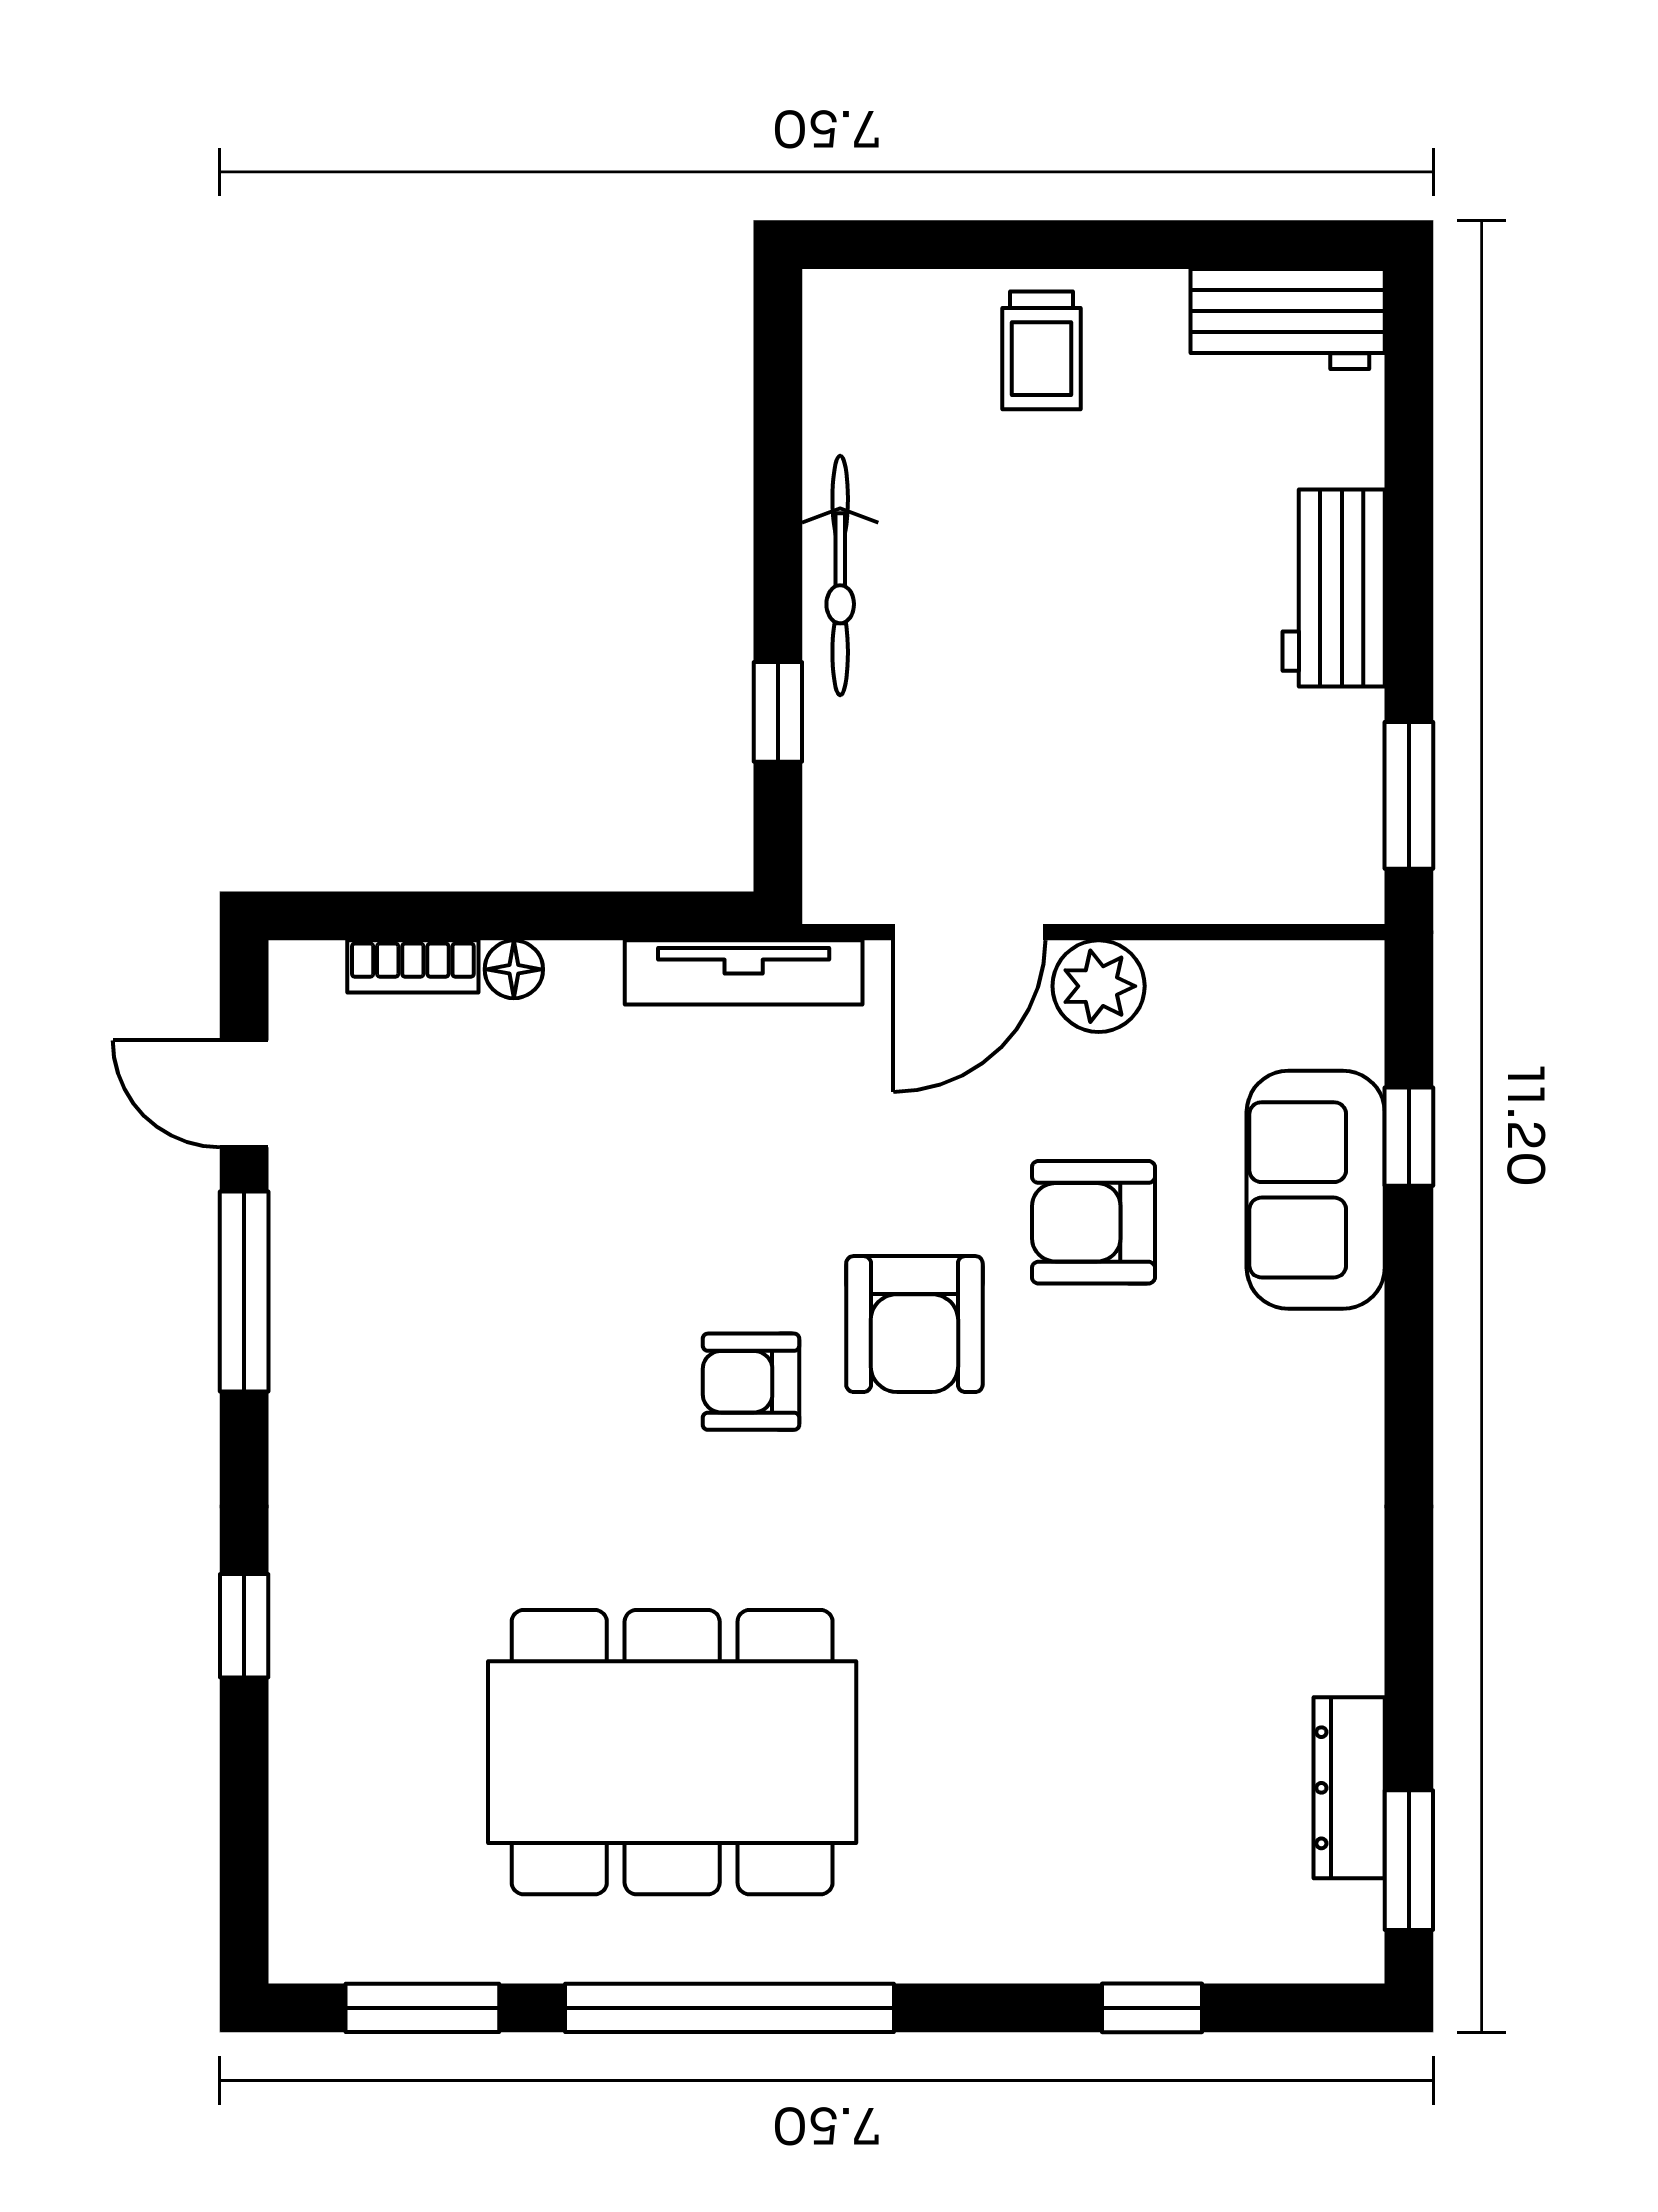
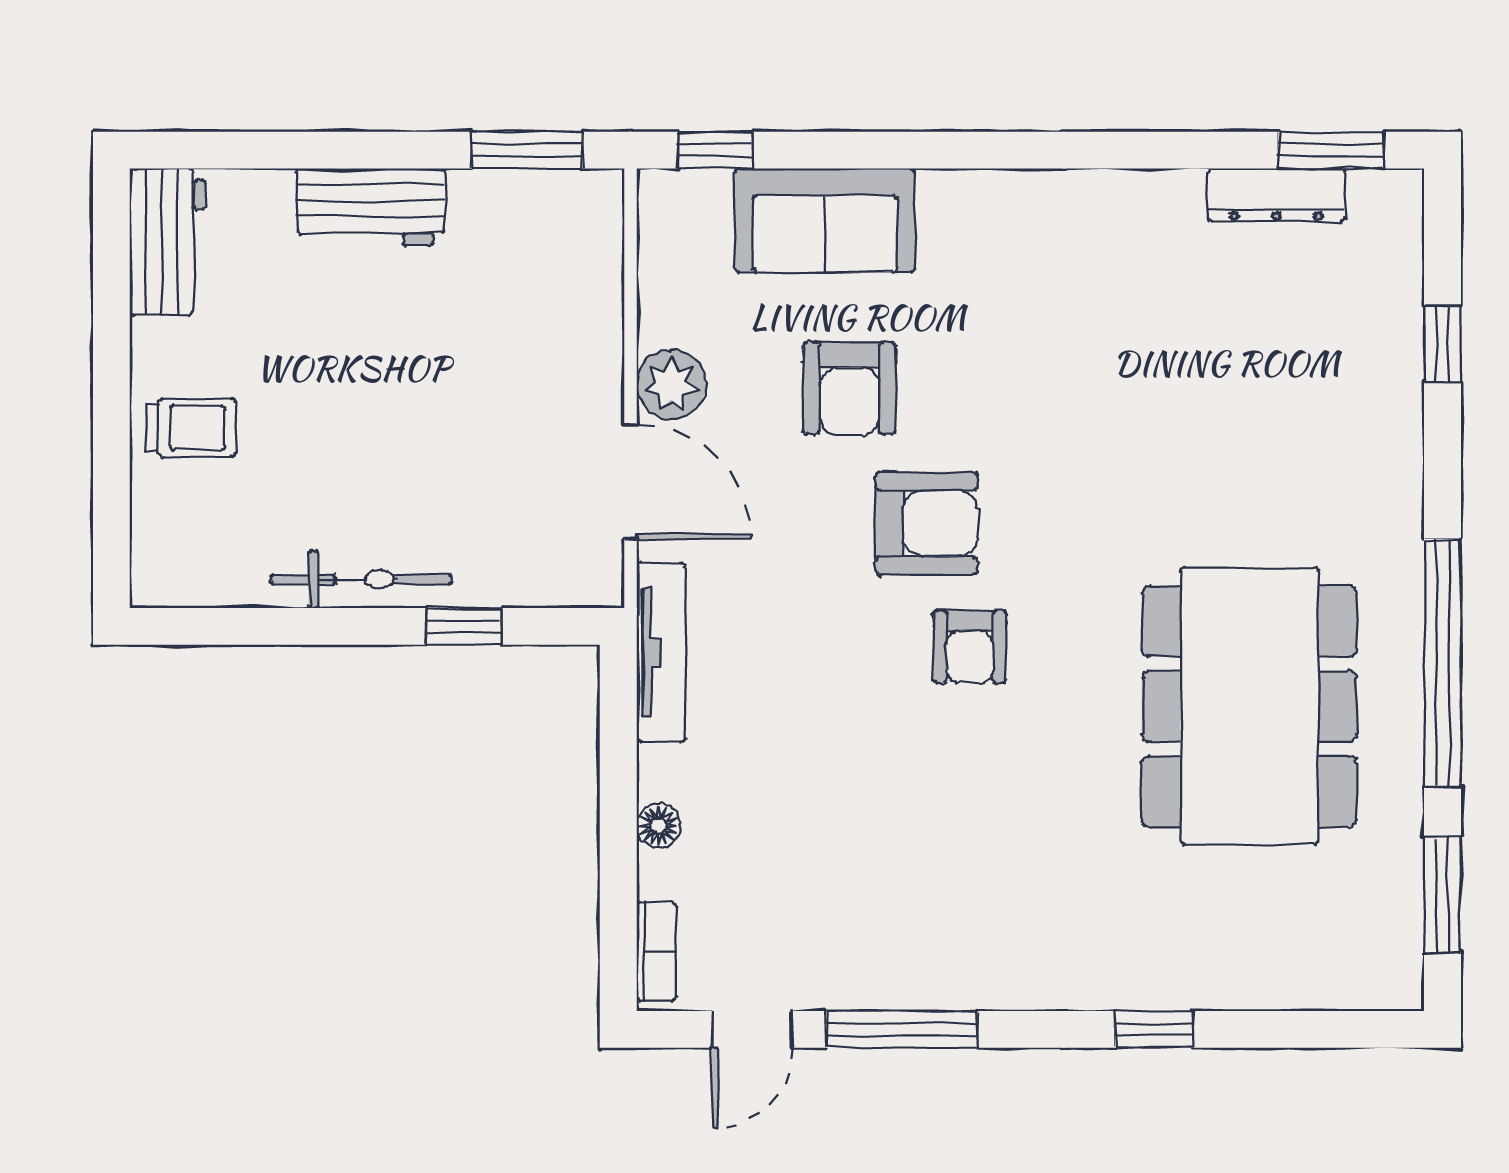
bookcase: (413, 966) -> (656, 951), moved
window: (1409, 1137) -> (715, 150), moved

